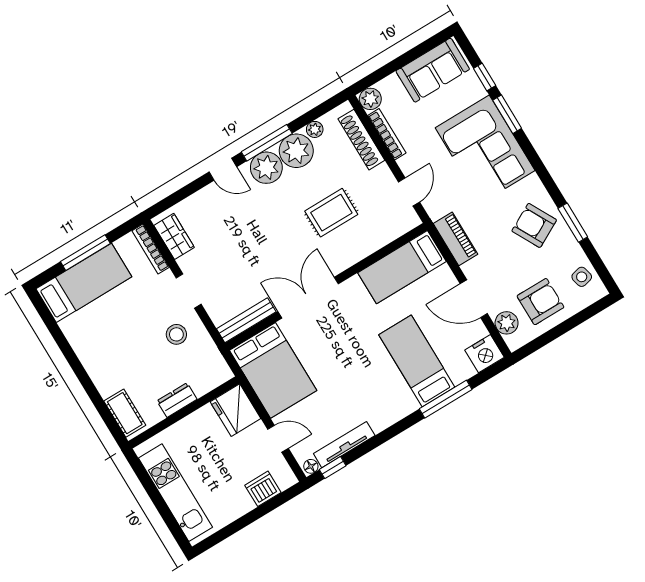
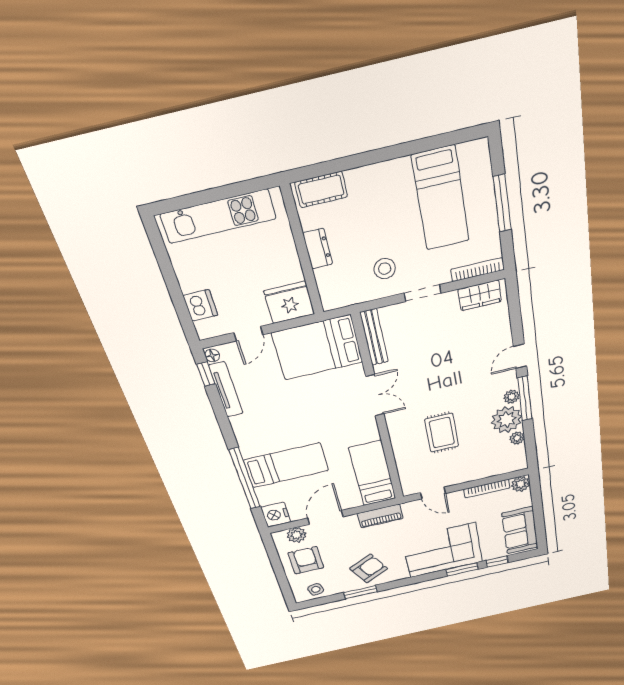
shoe rack: (361, 140) -> (492, 470), removed
plant: (266, 168) -> (512, 397), width x0.53, depth x0.53
bed: (84, 283) -> (441, 199), moved
double door: (308, 298) -> (375, 395), width x0.73
armchair: (540, 302) -> (306, 560), turned 180
window: (446, 399) -> (245, 479), width x1.46

